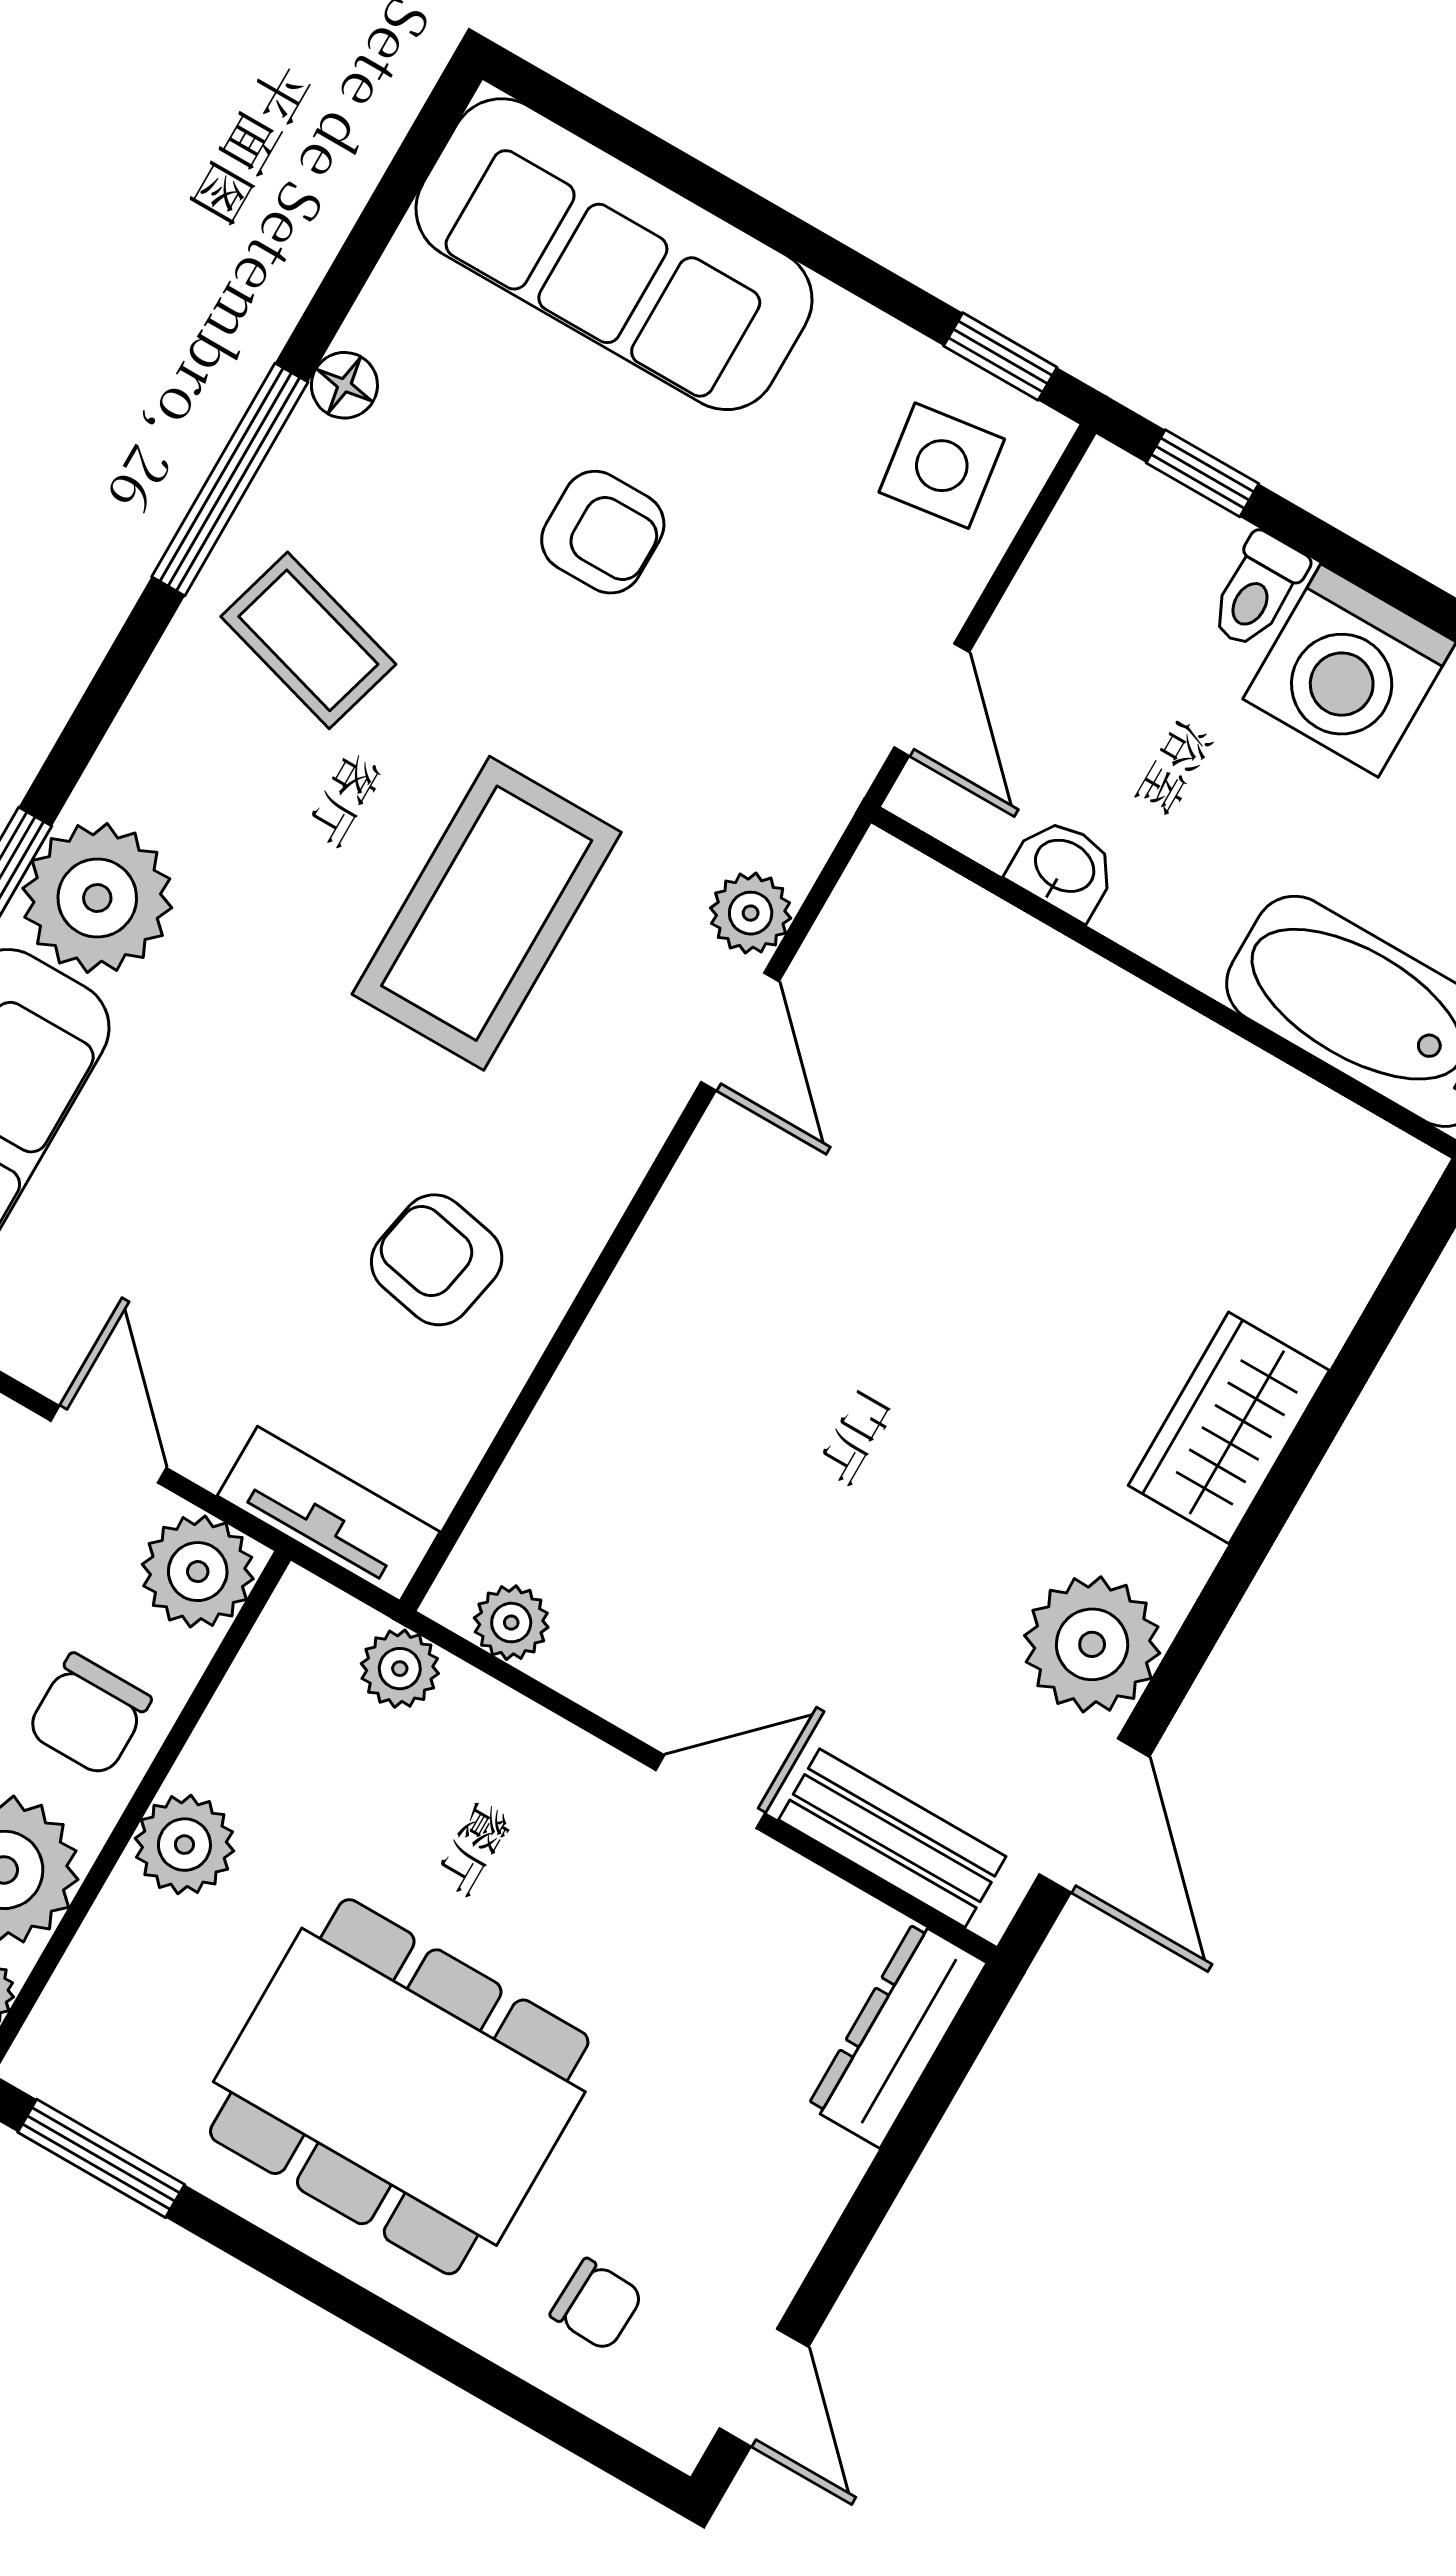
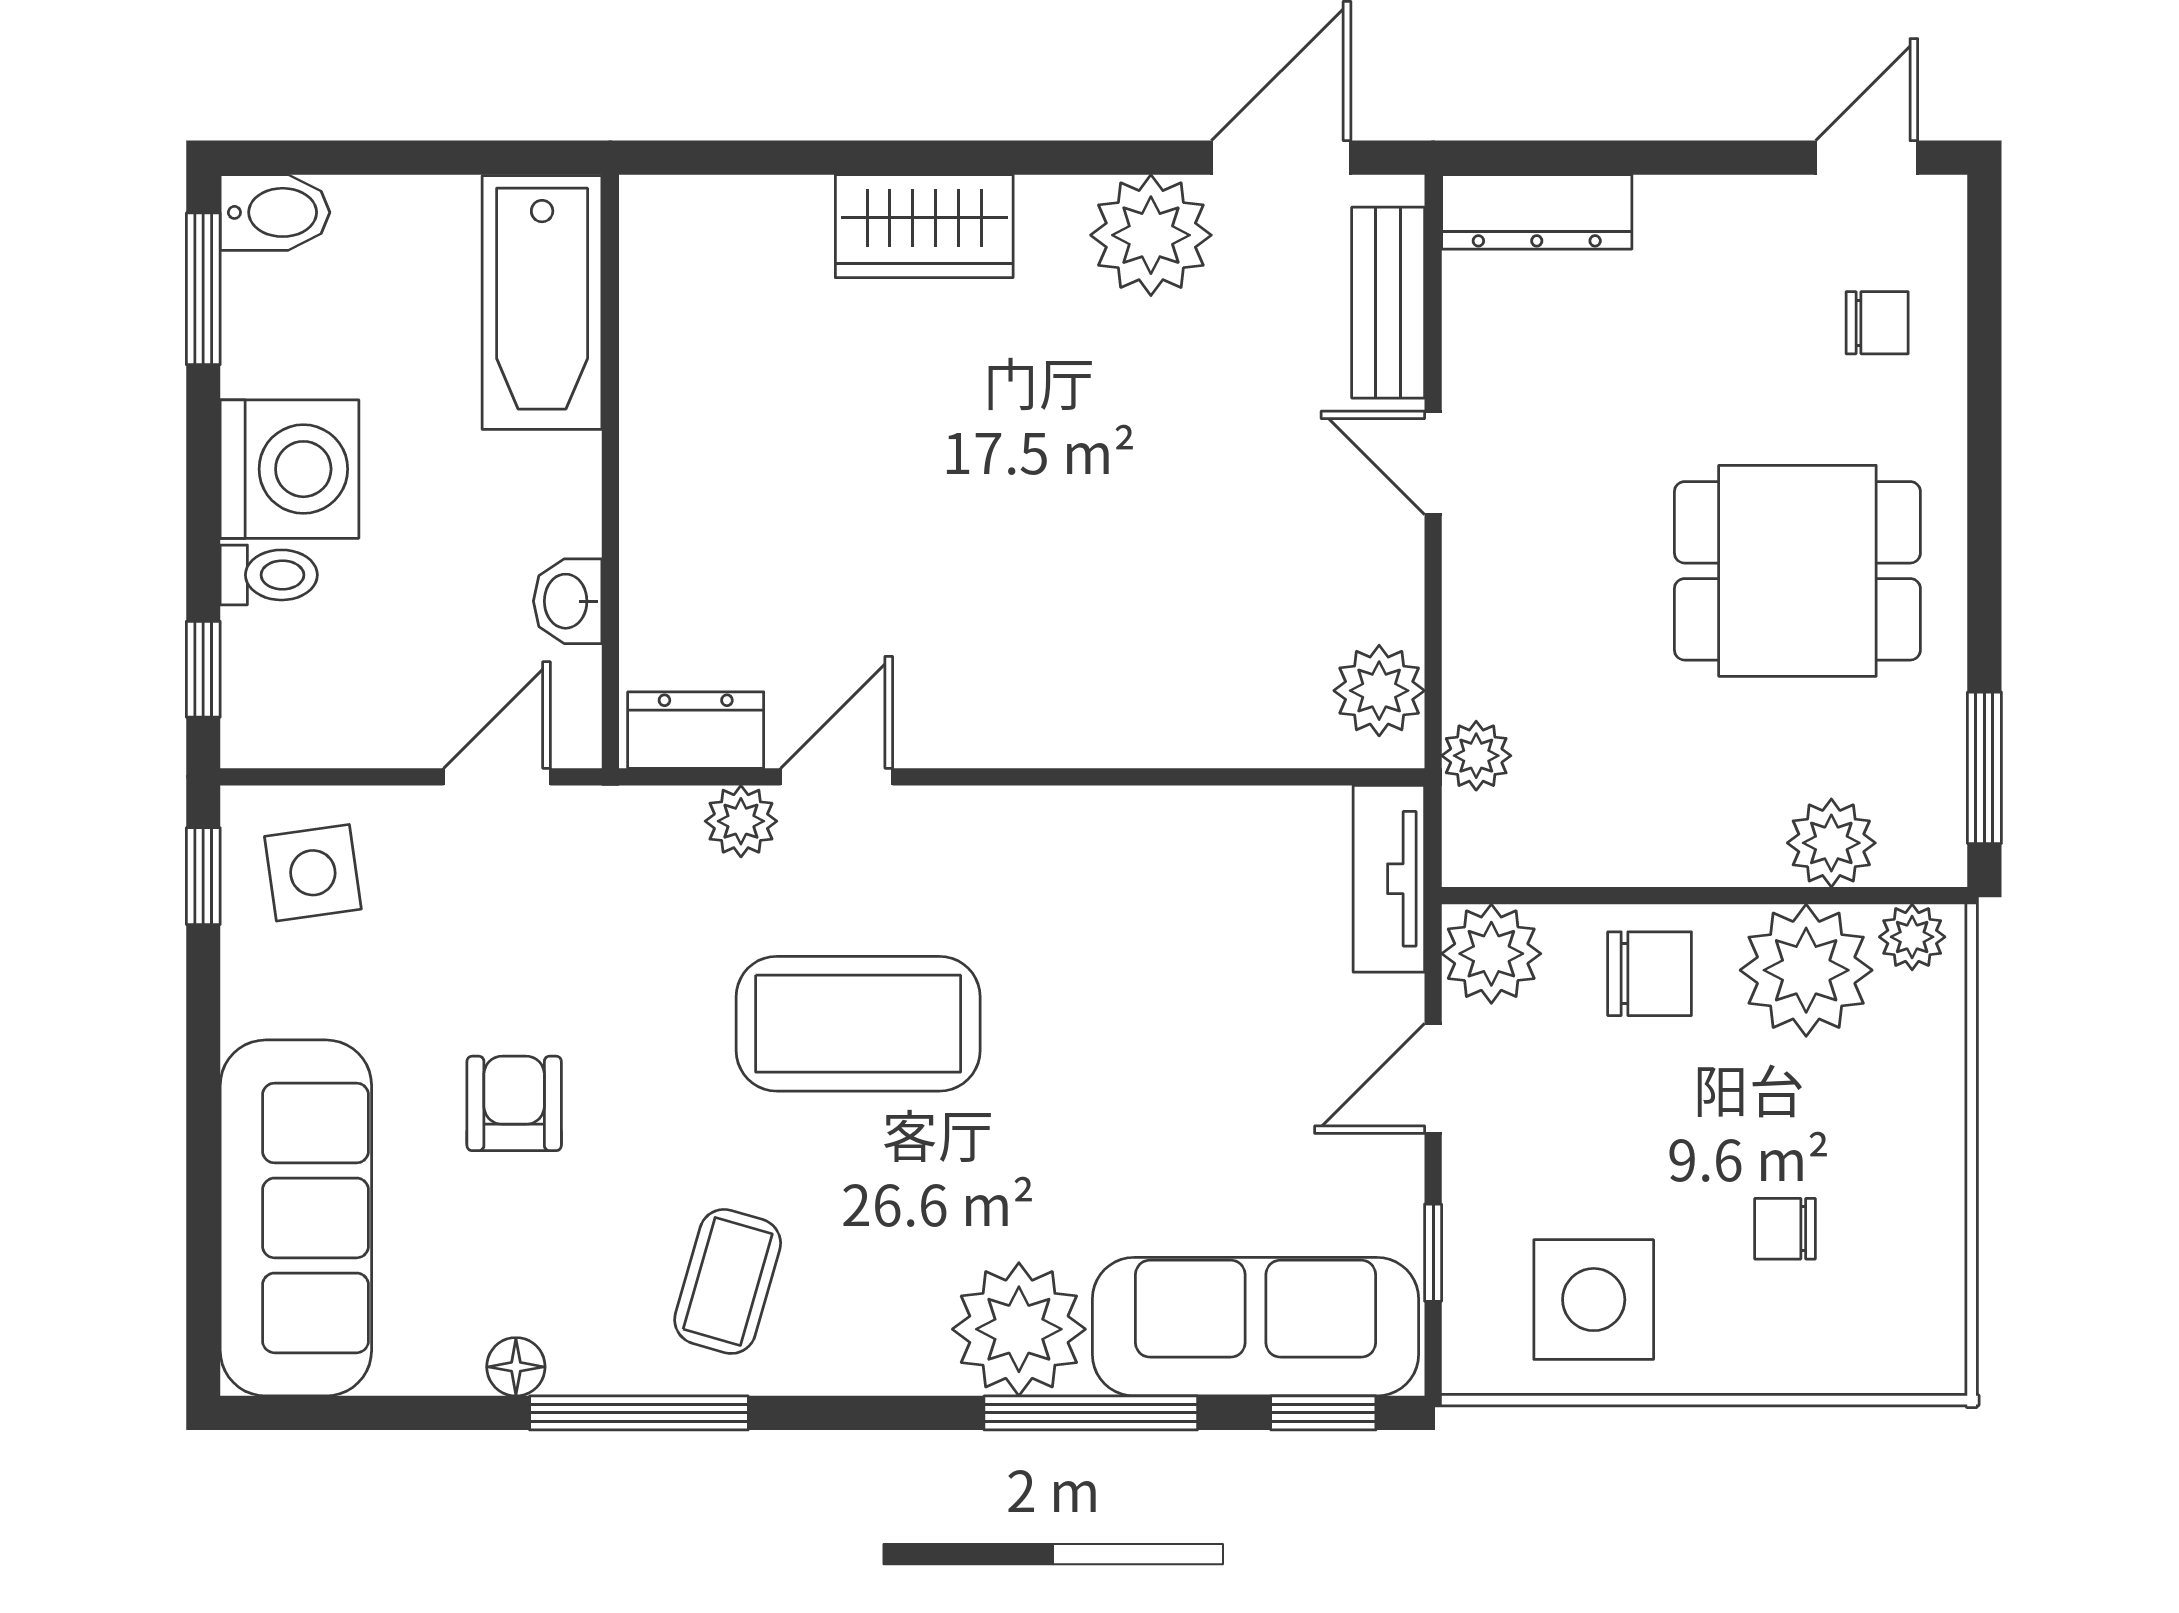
dresser: (865, 920) -> (696, 730), added
armchair: (437, 1260) -> (1146, 908), removed
plant: (511, 1623) -> (1379, 691), width x1.38, depth x1.38
plant: (184, 1845) -> (1831, 843), moved
dining table: (399, 2087) -> (1797, 571), width x0.73
chair: (597, 2305) -> (1877, 323), turned 88

